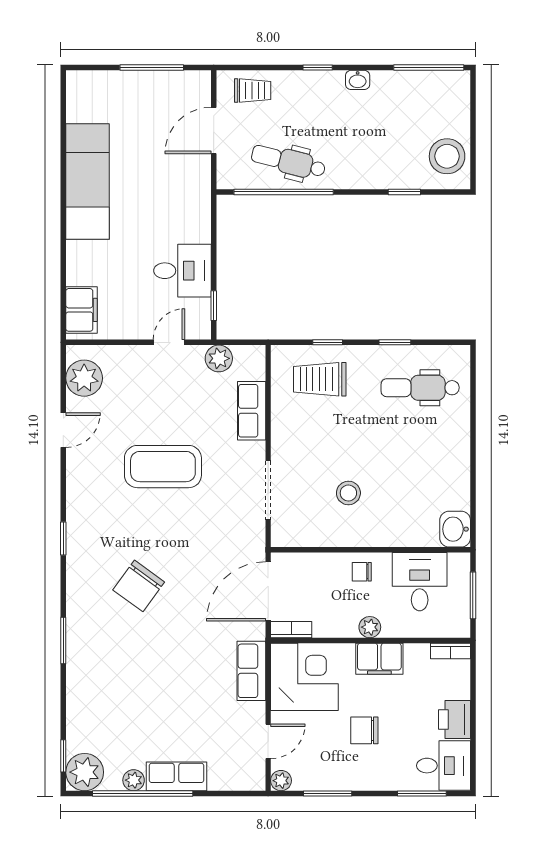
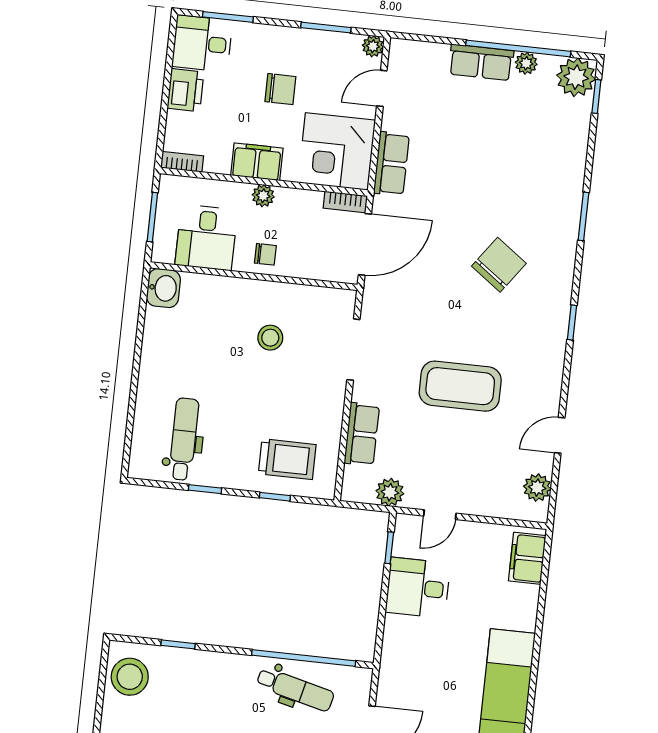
plant: (84, 378) -> (537, 488), width x0.73, depth x0.73
dental chair: (420, 388) -> (184, 439), turned -90

